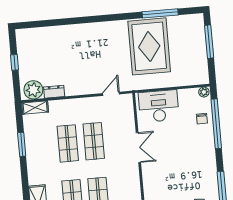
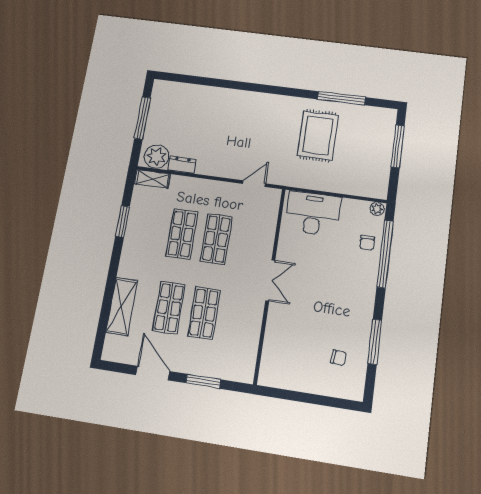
rug: (149, 46) -> (318, 135), width x0.73, depth x0.69
window: (15, 62) -> (142, 118), width x2.17
double door: (138, 148) -> (270, 280), moved

